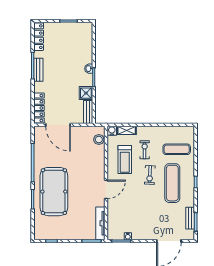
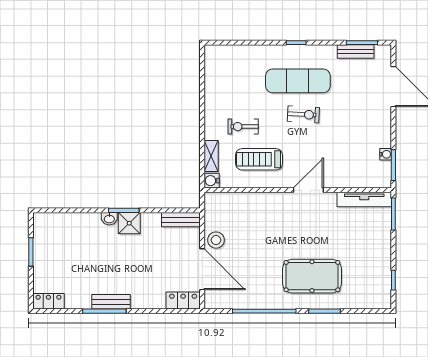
locker: (39, 37) -> (48, 301), width x0.66
shower: (86, 93) -> (129, 223), moved
locker: (39, 108) -> (183, 300), width x0.66
door: (58, 125) -> (202, 269), hinge flipped
stool: (99, 140) -> (216, 240), moved
exercise mat: (177, 149) -> (242, 74), removed
treadmill: (125, 159) -> (259, 159), turned 180
exercise bike: (150, 175) -> (303, 114), moved
door: (106, 189) -> (308, 190), hinge flipped
pool table: (54, 192) -> (312, 276), width x0.73, depth x0.76

